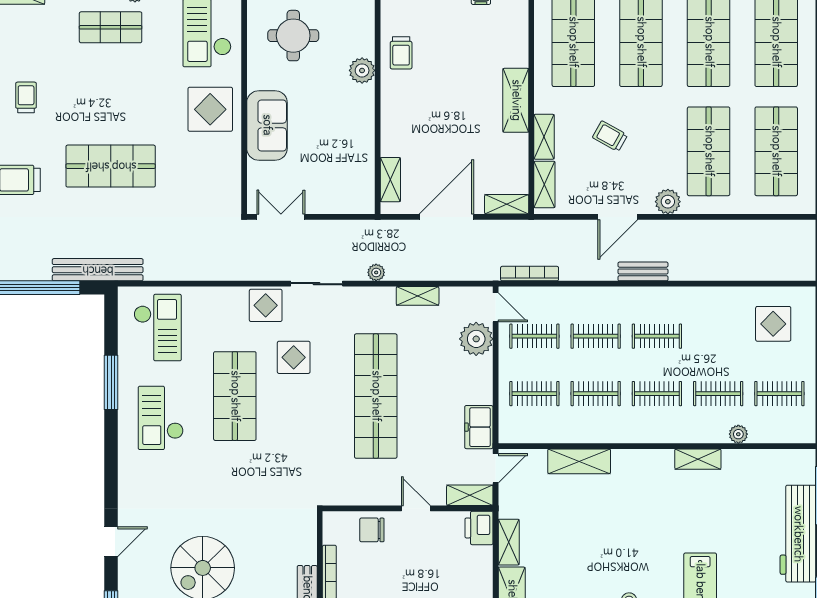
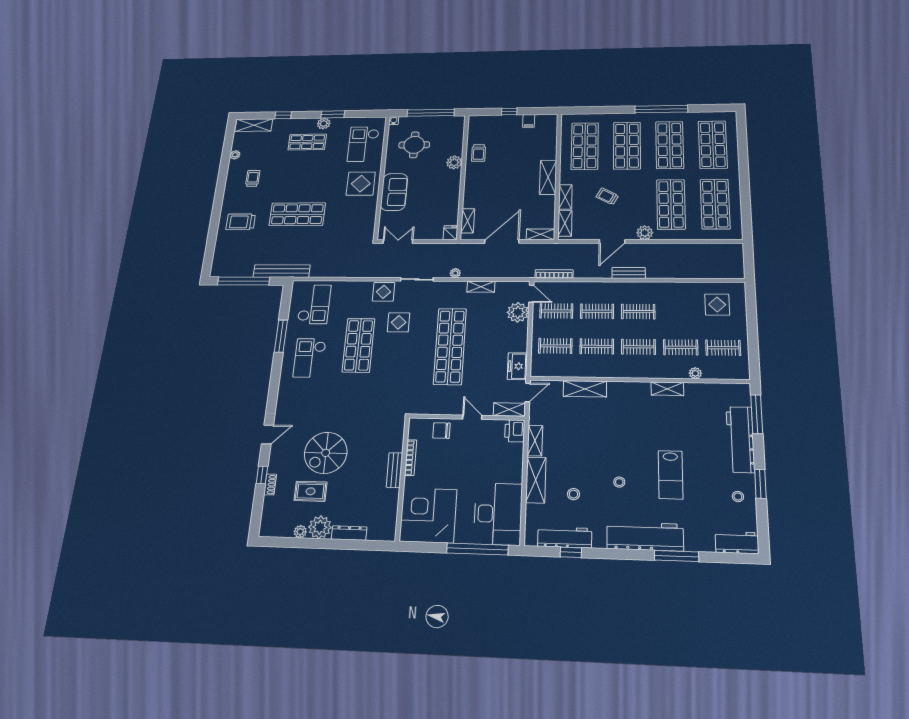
fridge: (364, 201) -> (450, 233), added

